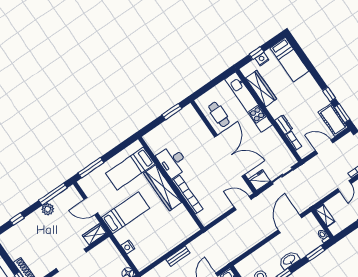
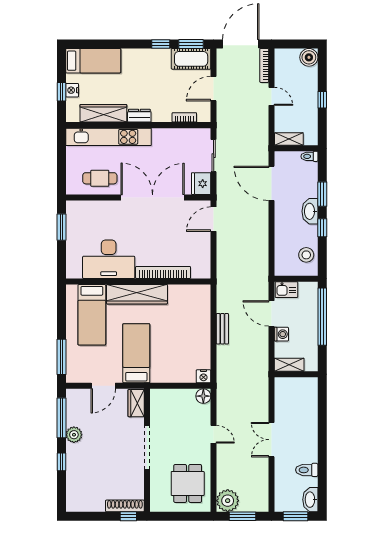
dresser: (284, 125) -> (139, 116), moved
desk: (172, 161) -> (109, 259), width x1.36, depth x1.30
window: (17, 219) -> (62, 462), moved
nightstand: (128, 247) -> (203, 376), moved
window: (315, 253) -> (322, 194), moved

